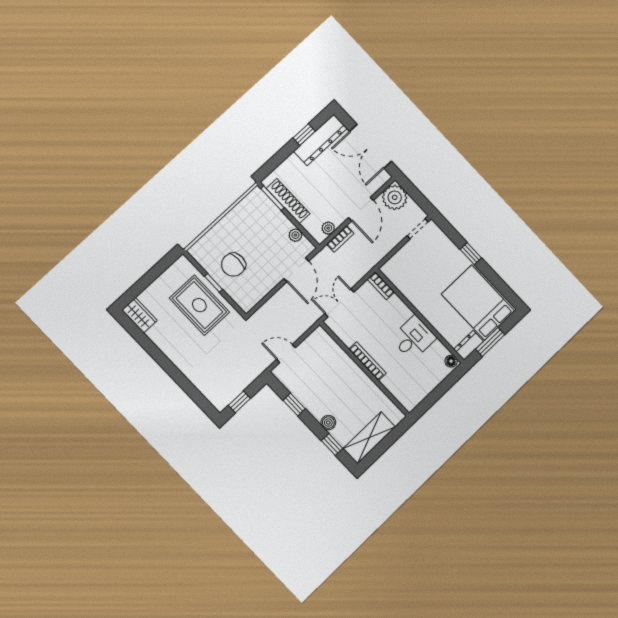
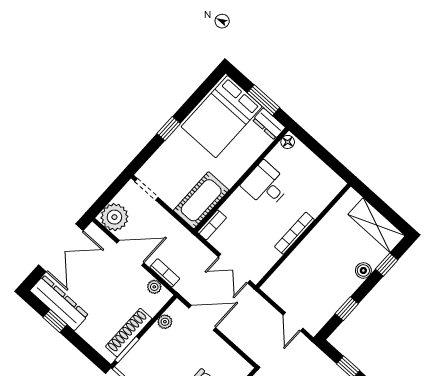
cot: (404, 278) -> (201, 200), added

